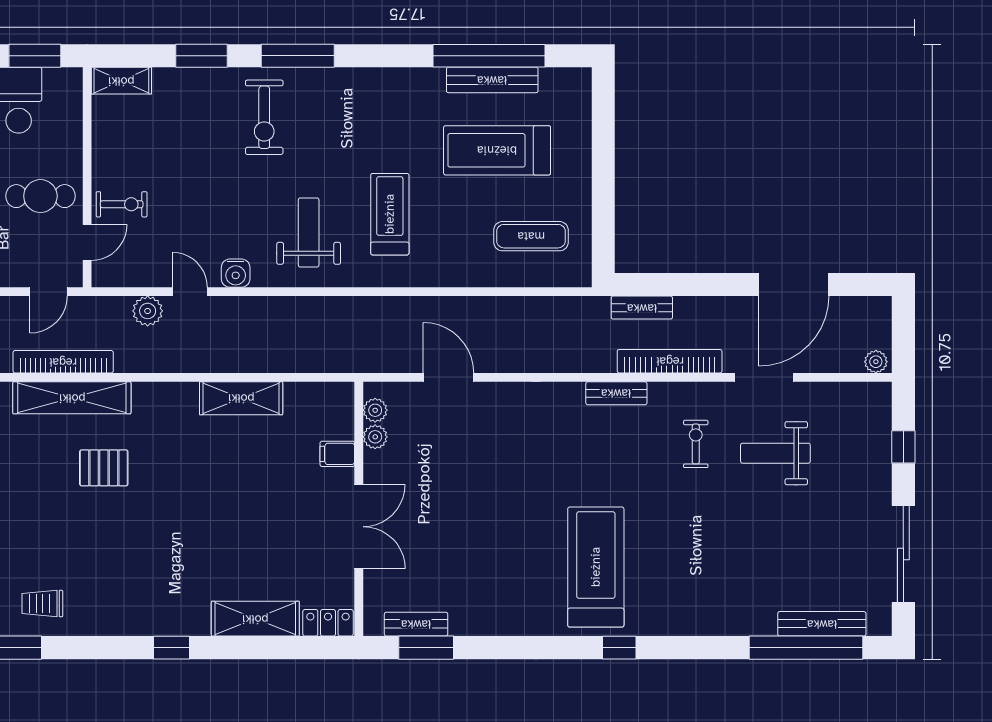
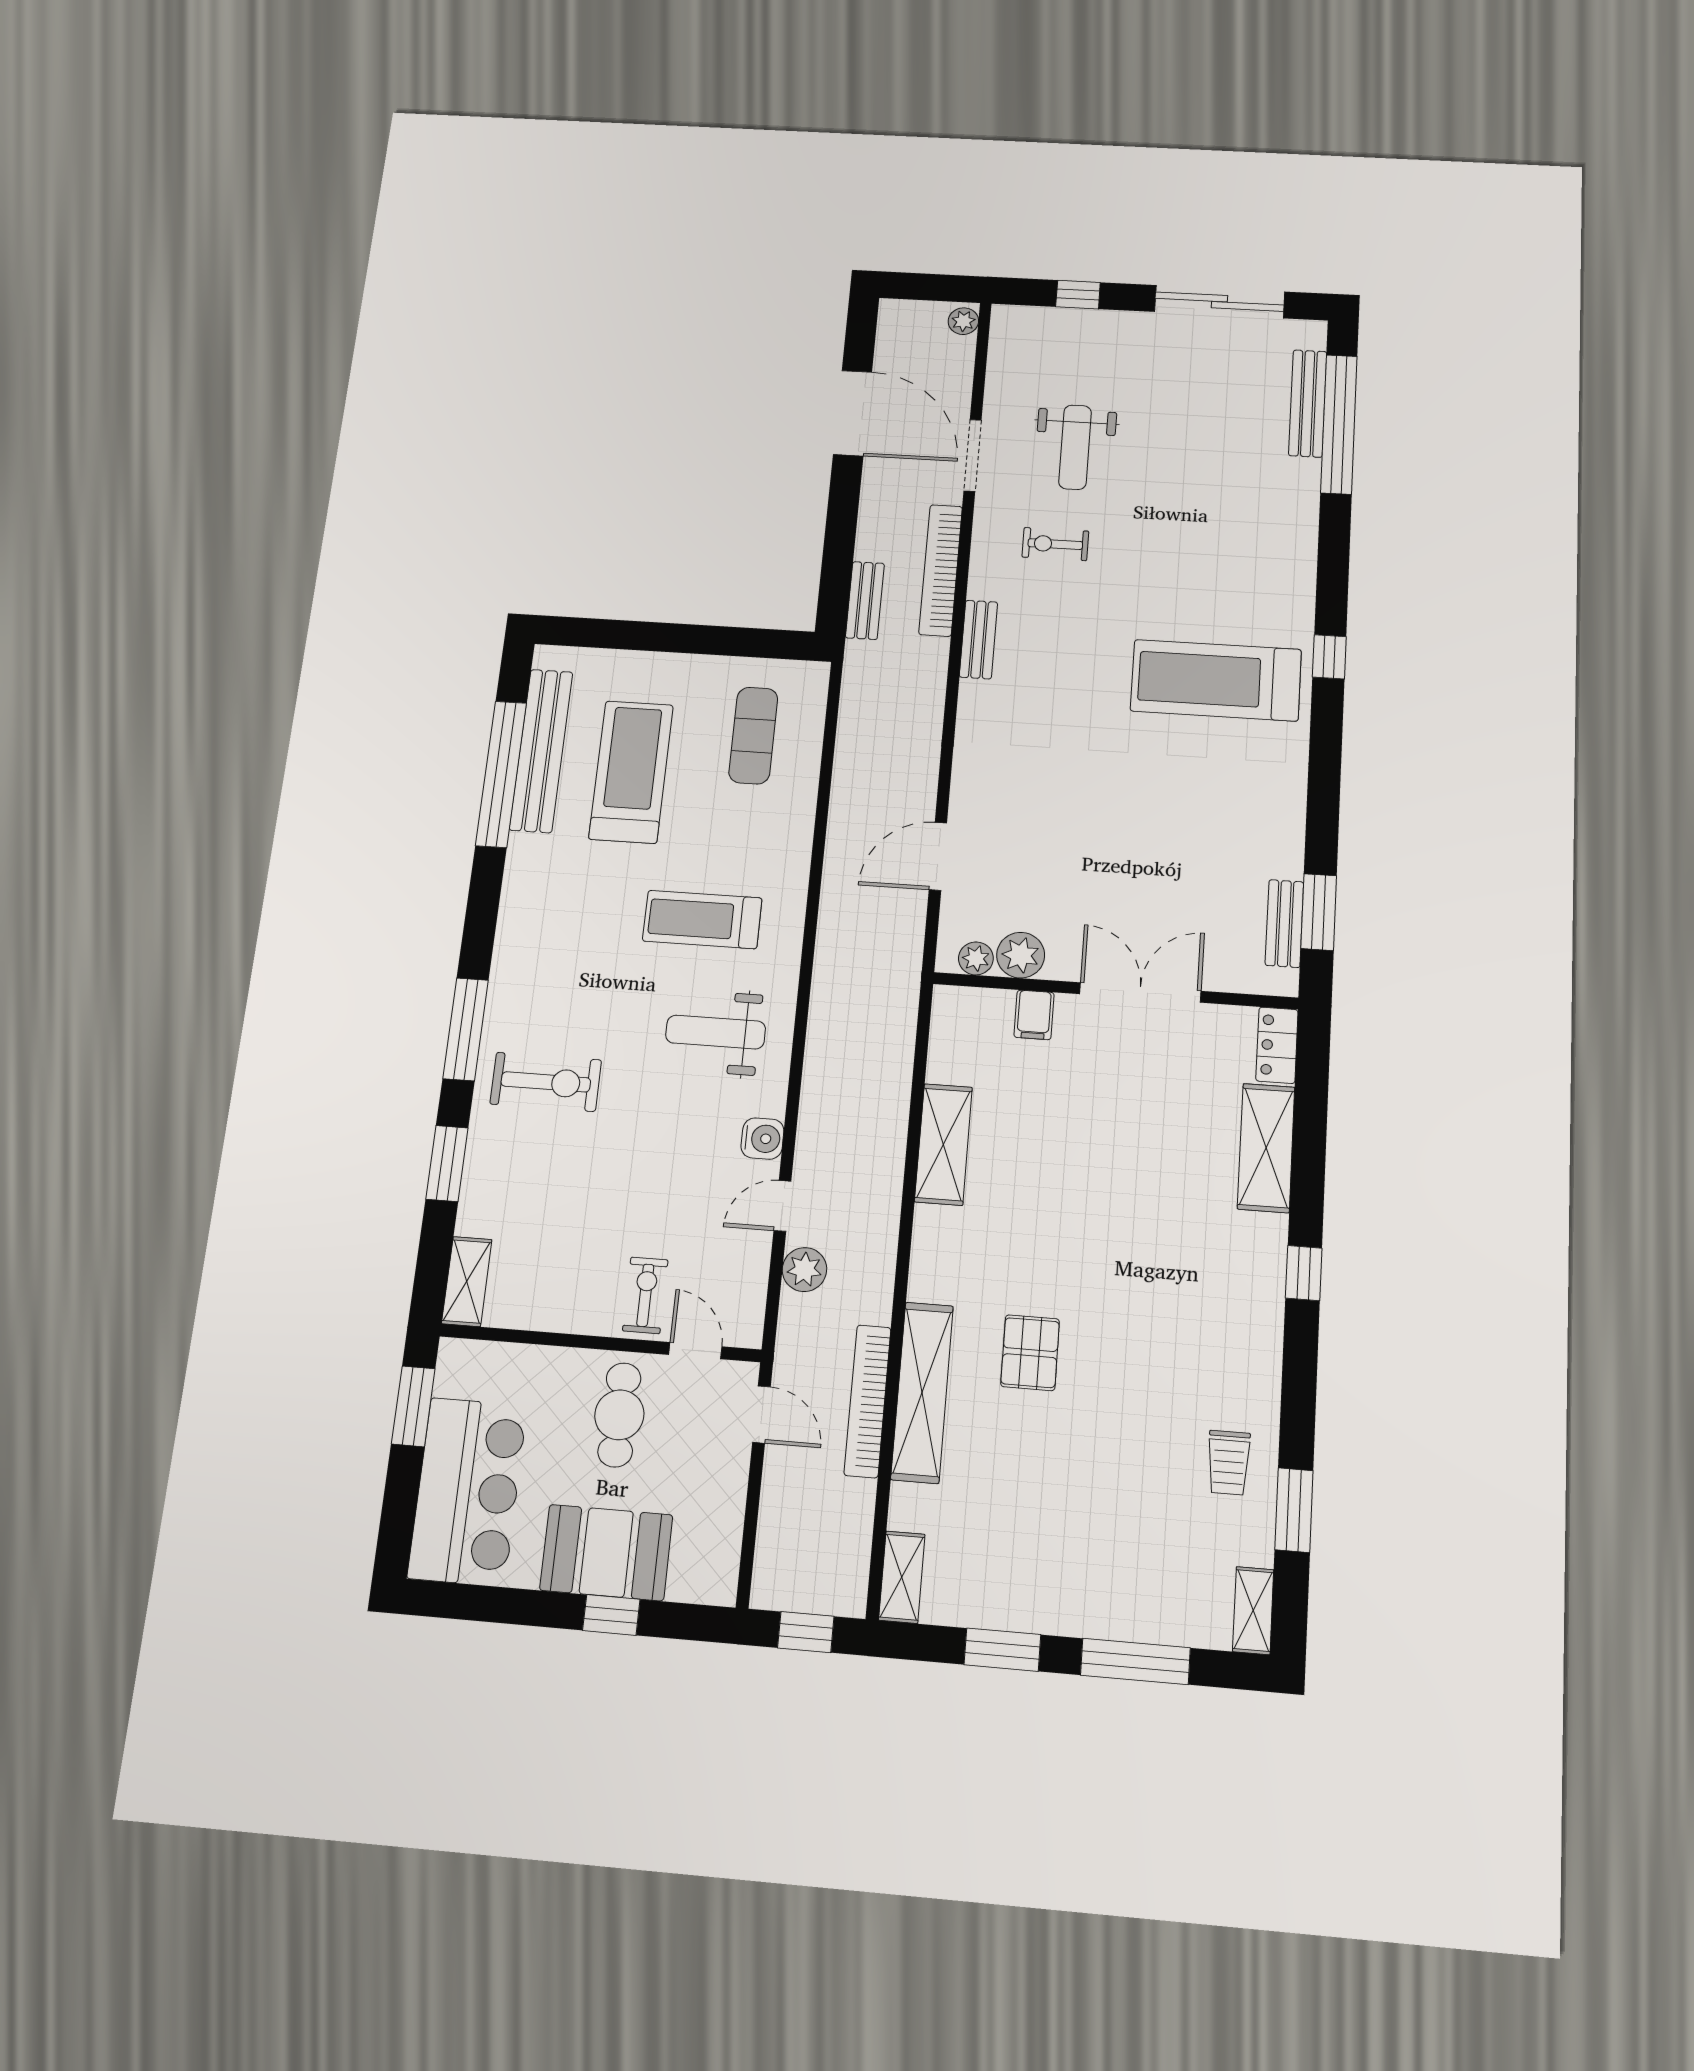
bench: (492, 80) -> (541, 751), width x1.37, depth x1.21
treadmill: (497, 150) -> (631, 772), turned 180
plant: (375, 437) -> (1021, 955), width x1.38, depth x1.38

